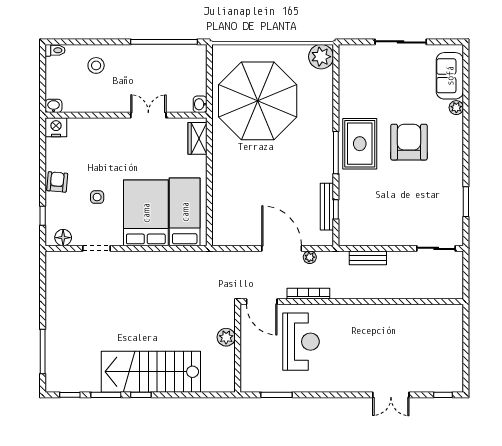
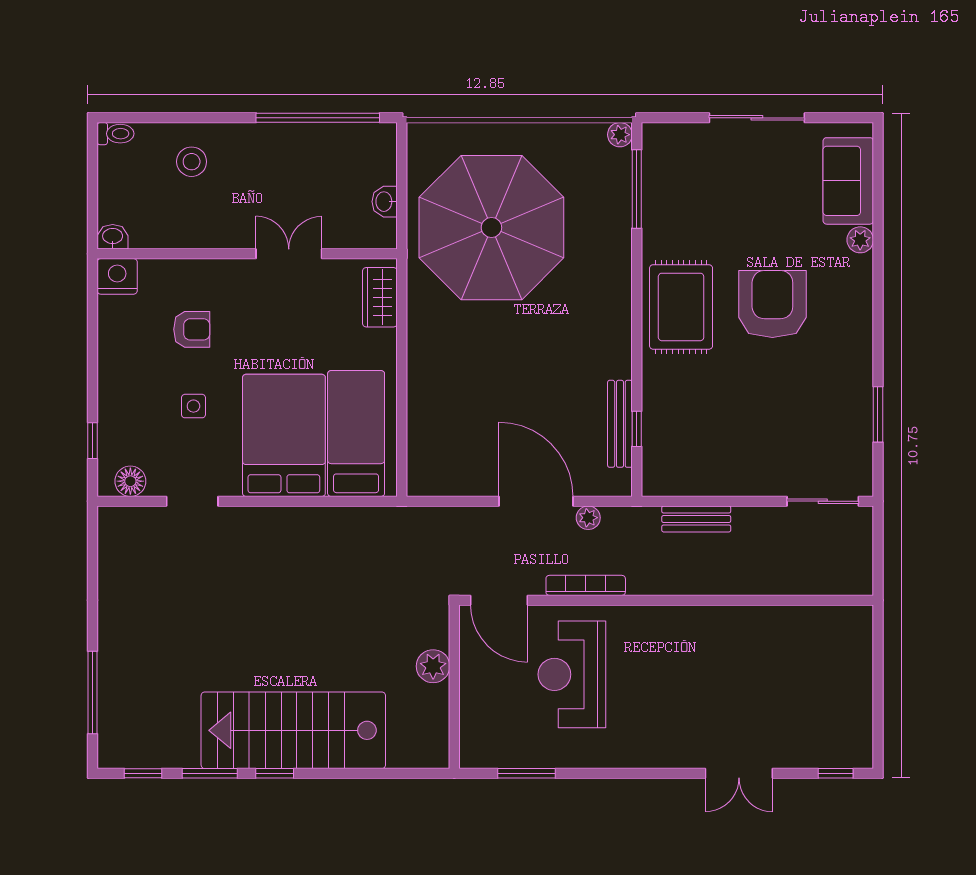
plant: (321, 57) -> (620, 135), width x0.53, depth x0.53
washbasin: (200, 104) -> (385, 202), moved
window: (336, 153) -> (637, 189), moved
armchair: (57, 182) -> (192, 329), moved, turned 85
reception desk: (301, 342) -> (572, 674), turned 180

